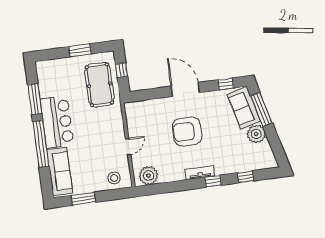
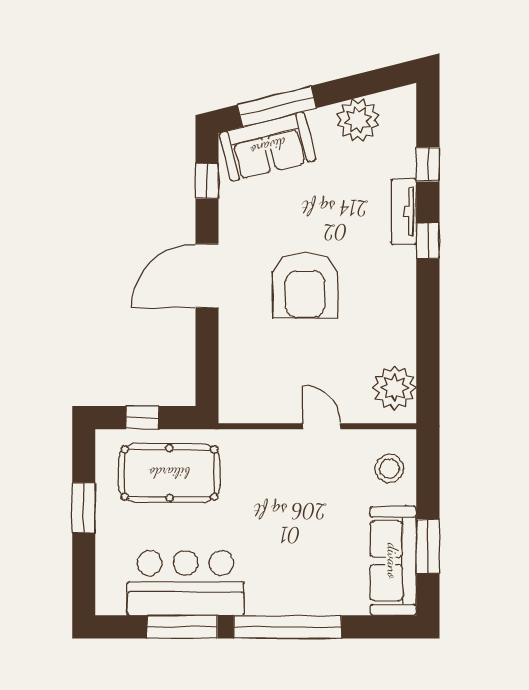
bar counter: (57, 122) -> (186, 583), moved
plant: (256, 134) -> (358, 120), moved
sofa: (60, 172) -> (393, 561), moved, turned -90
tv unit: (200, 173) -> (404, 212), moved

